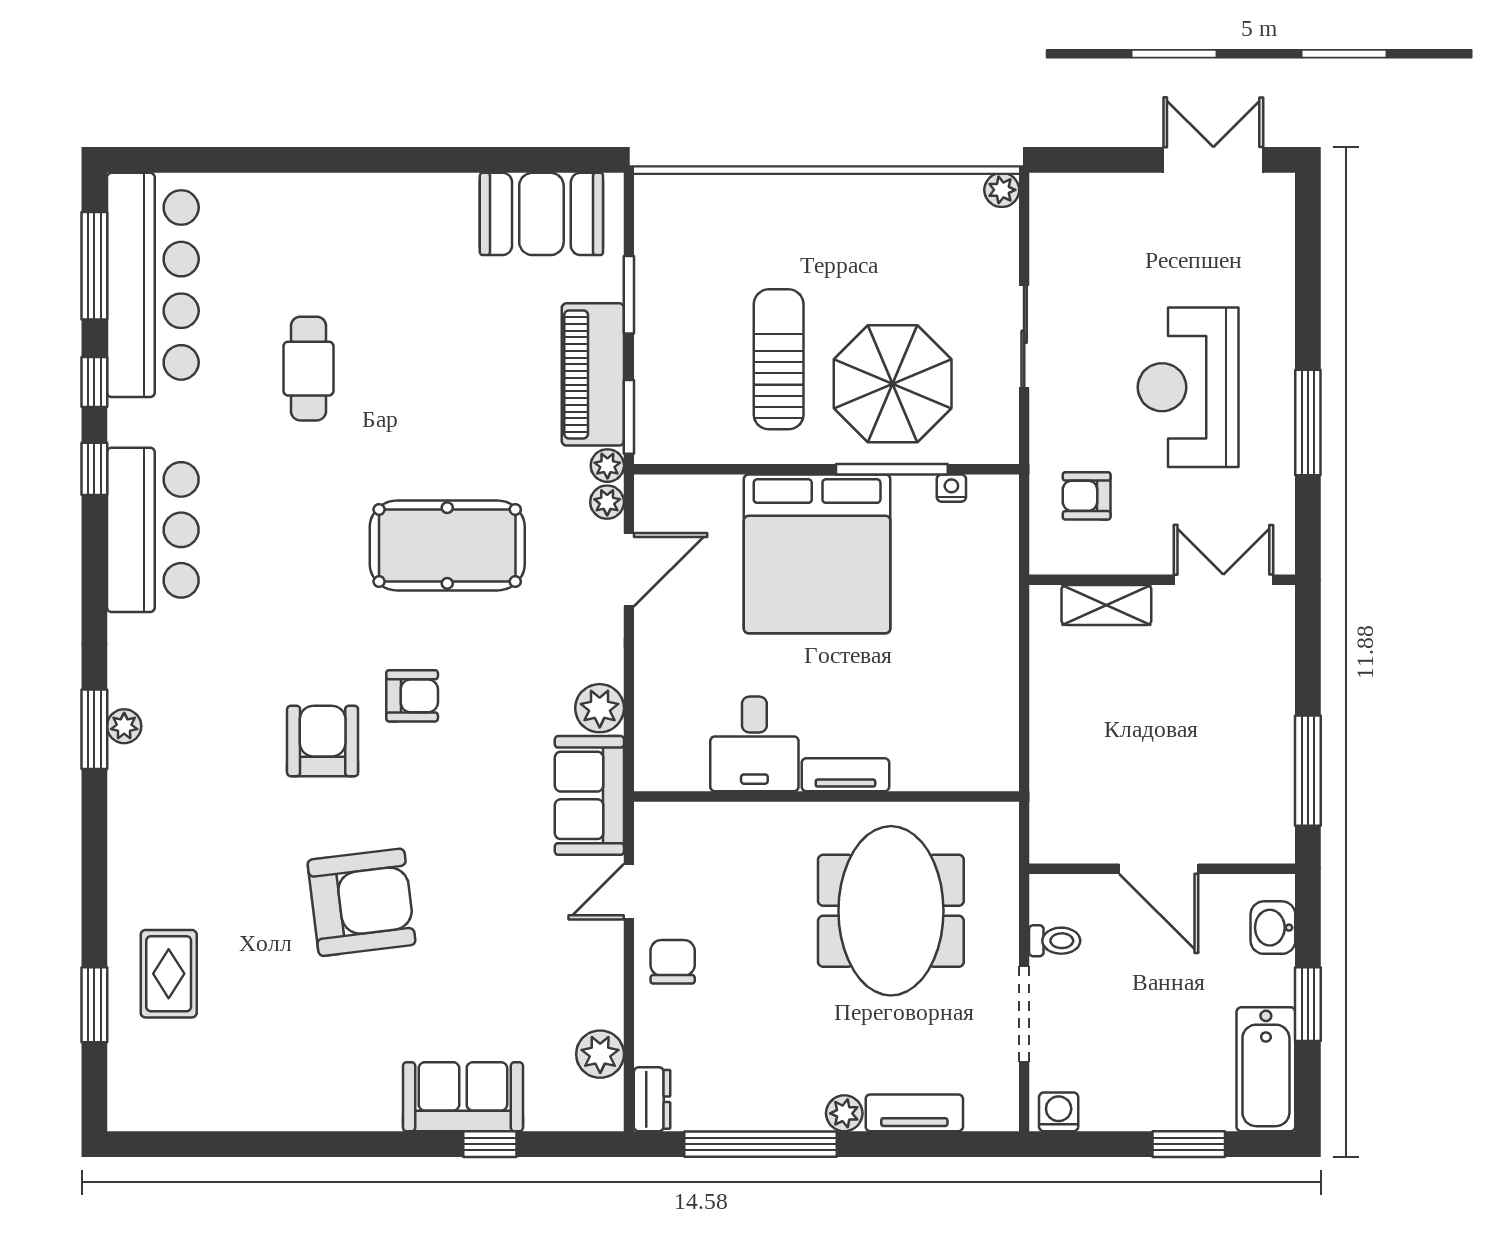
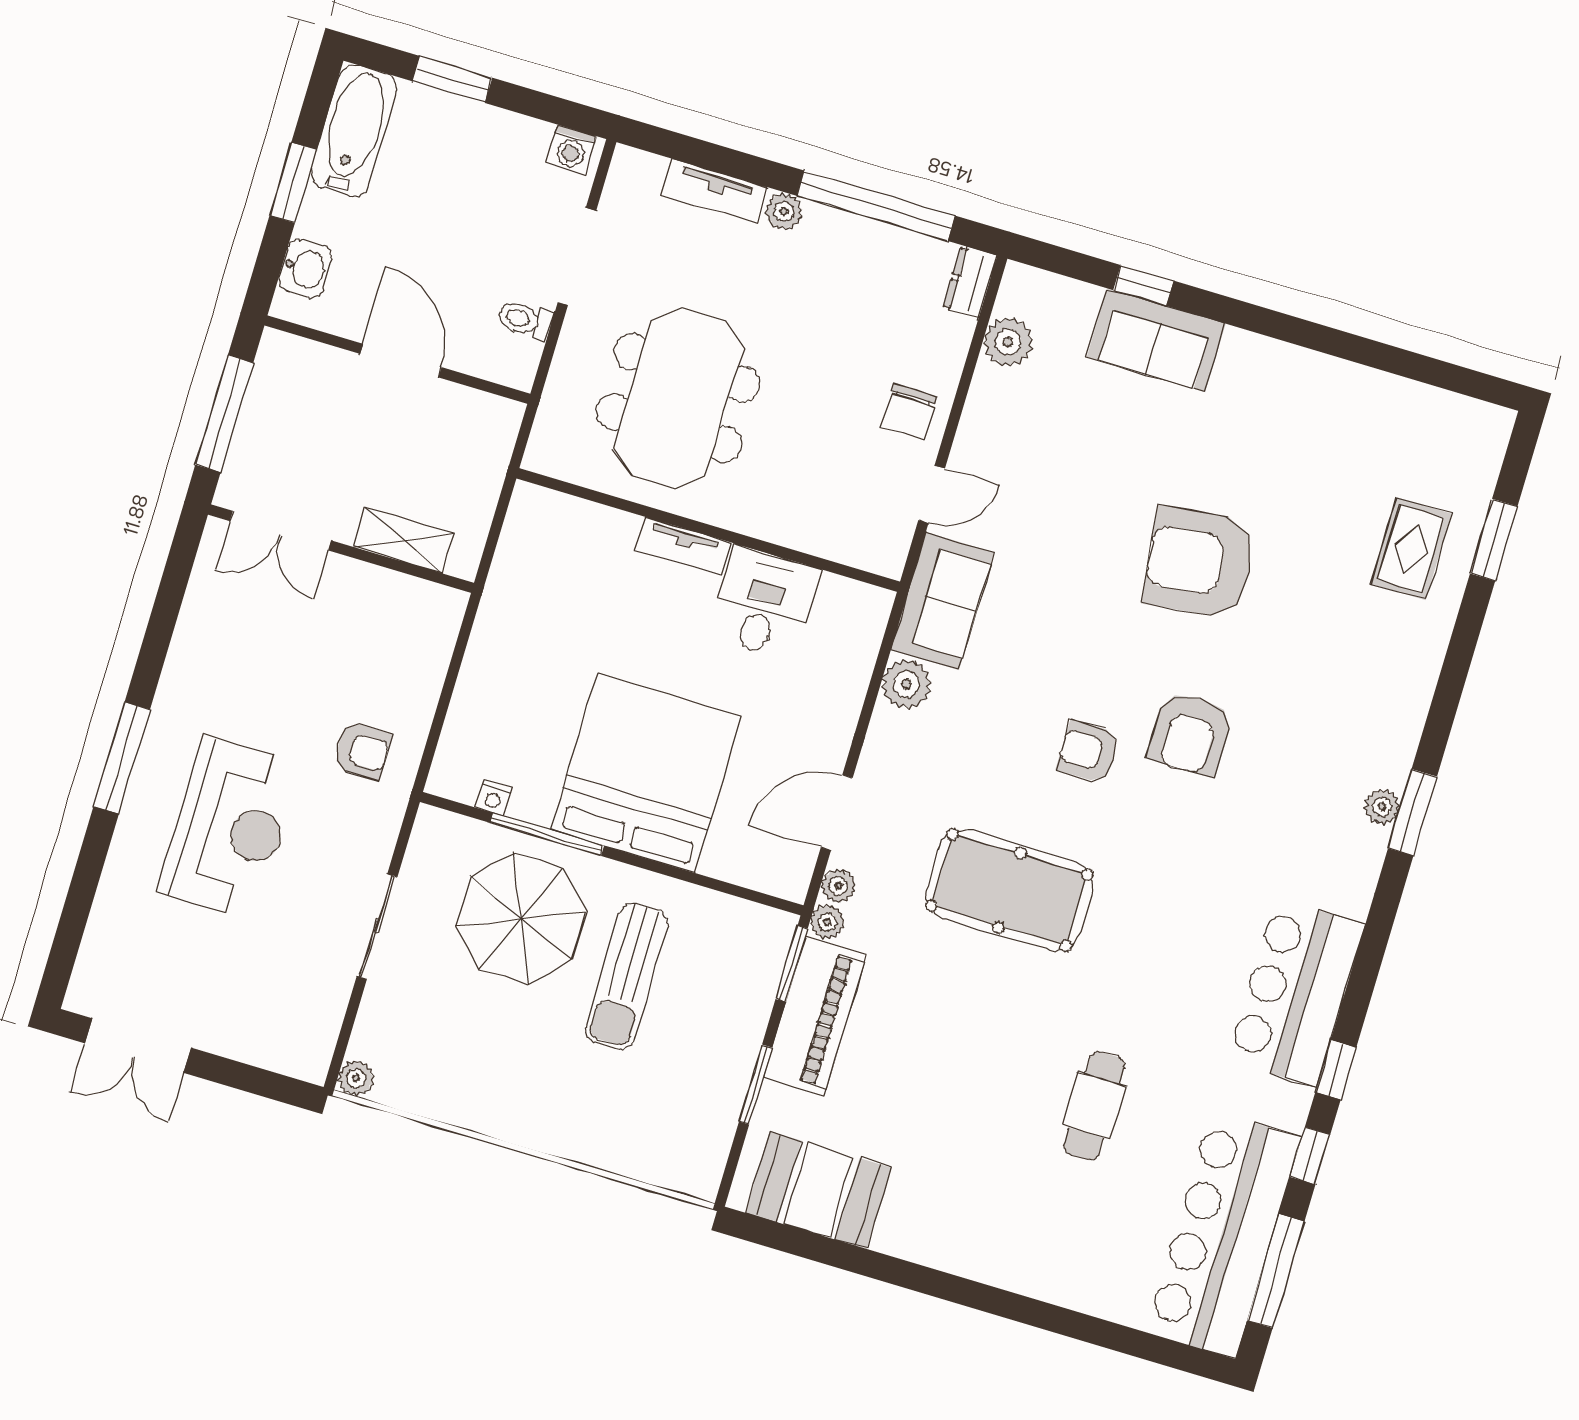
wall: (1162, 580) -> (341, 549), moved
double door: (1223, 580) -> (280, 531), moved
shelving: (1106, 605) -> (404, 540), moved

